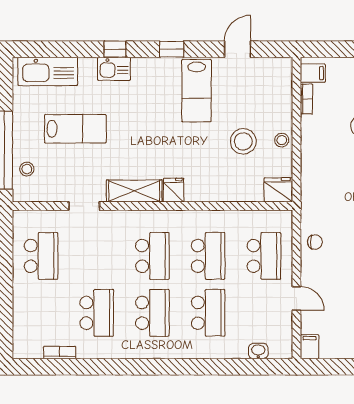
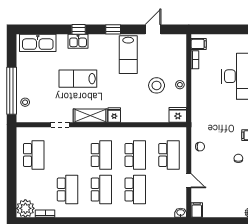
lab bench: (75, 129) -> (78, 79), moved, turned 180
plant: (27, 344) -> (25, 208), added
washbasin: (258, 351) -> (181, 213), moved

